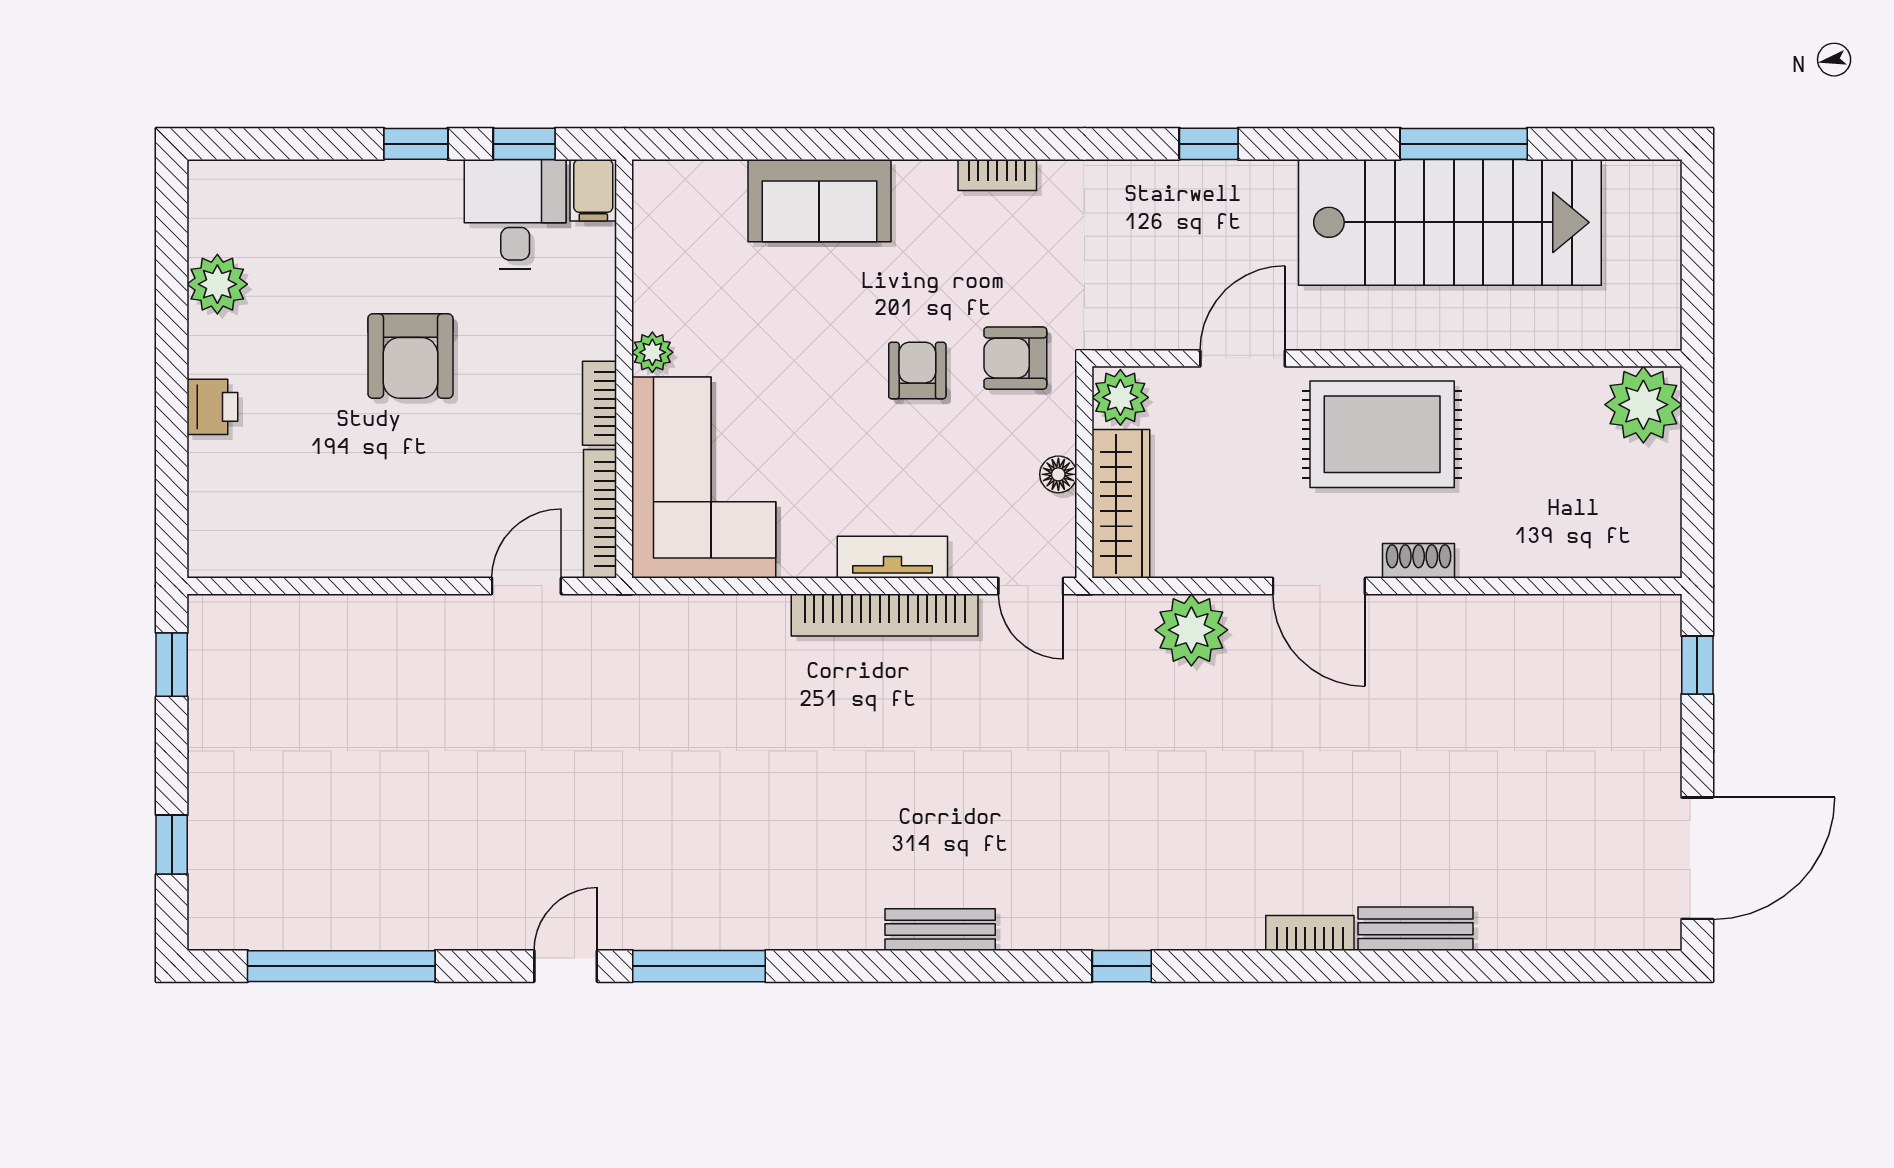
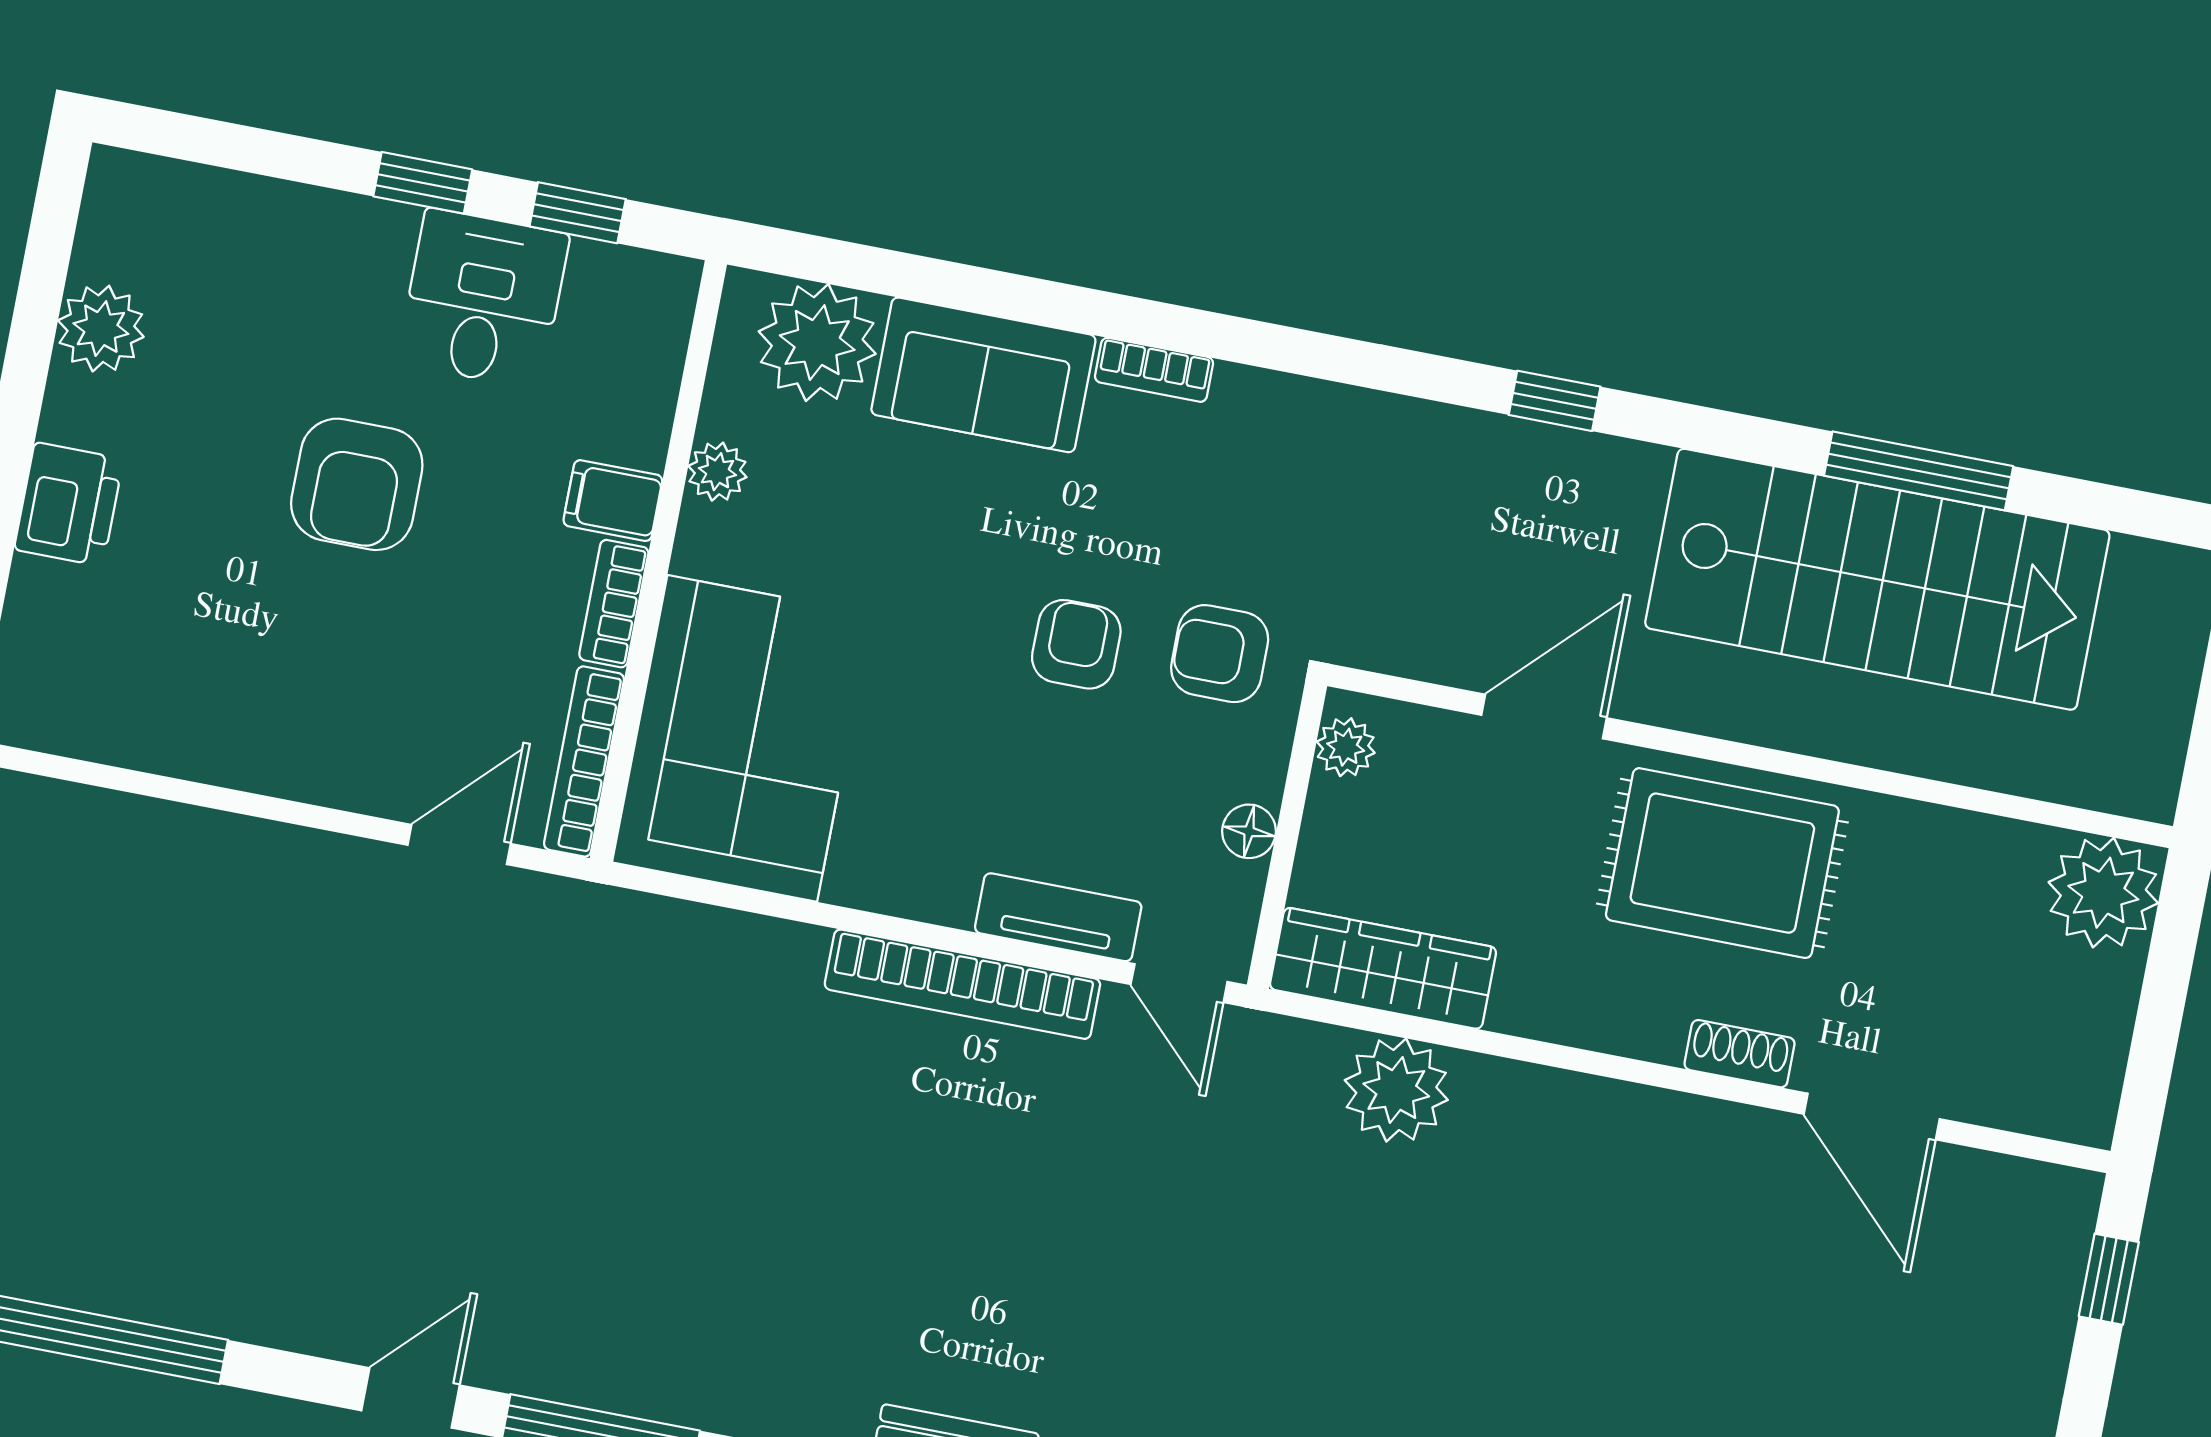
bookcase: (997, 175) -> (1154, 370), moved
filing cabinet: (593, 190) -> (613, 501), moved, turned 90
plant: (703, 200) -> (817, 343), added
desk: (515, 214) -> (483, 299), moved
plant: (652, 352) -> (717, 472), moved
plant: (1120, 397) -> (1346, 747), width x0.73, depth x0.73
printer: (212, 407) -> (69, 504), width x1.36, depth x1.24
wardrobe: (1121, 504) -> (1383, 968), moved, turned -90
tv unit: (892, 557) -> (1058, 917), moved
door: (1319, 586) -> (1872, 1116), moved

